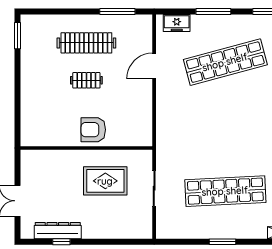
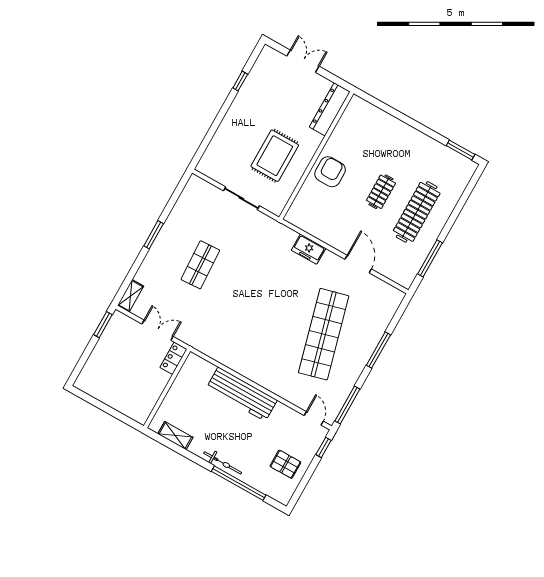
freezer: (177, 23) -> (309, 249), moved, turned -90
shop shelf: (225, 191) -> (200, 265), width x0.50, depth x0.74
dresser: (58, 231) -> (330, 109), moved, turned 180

